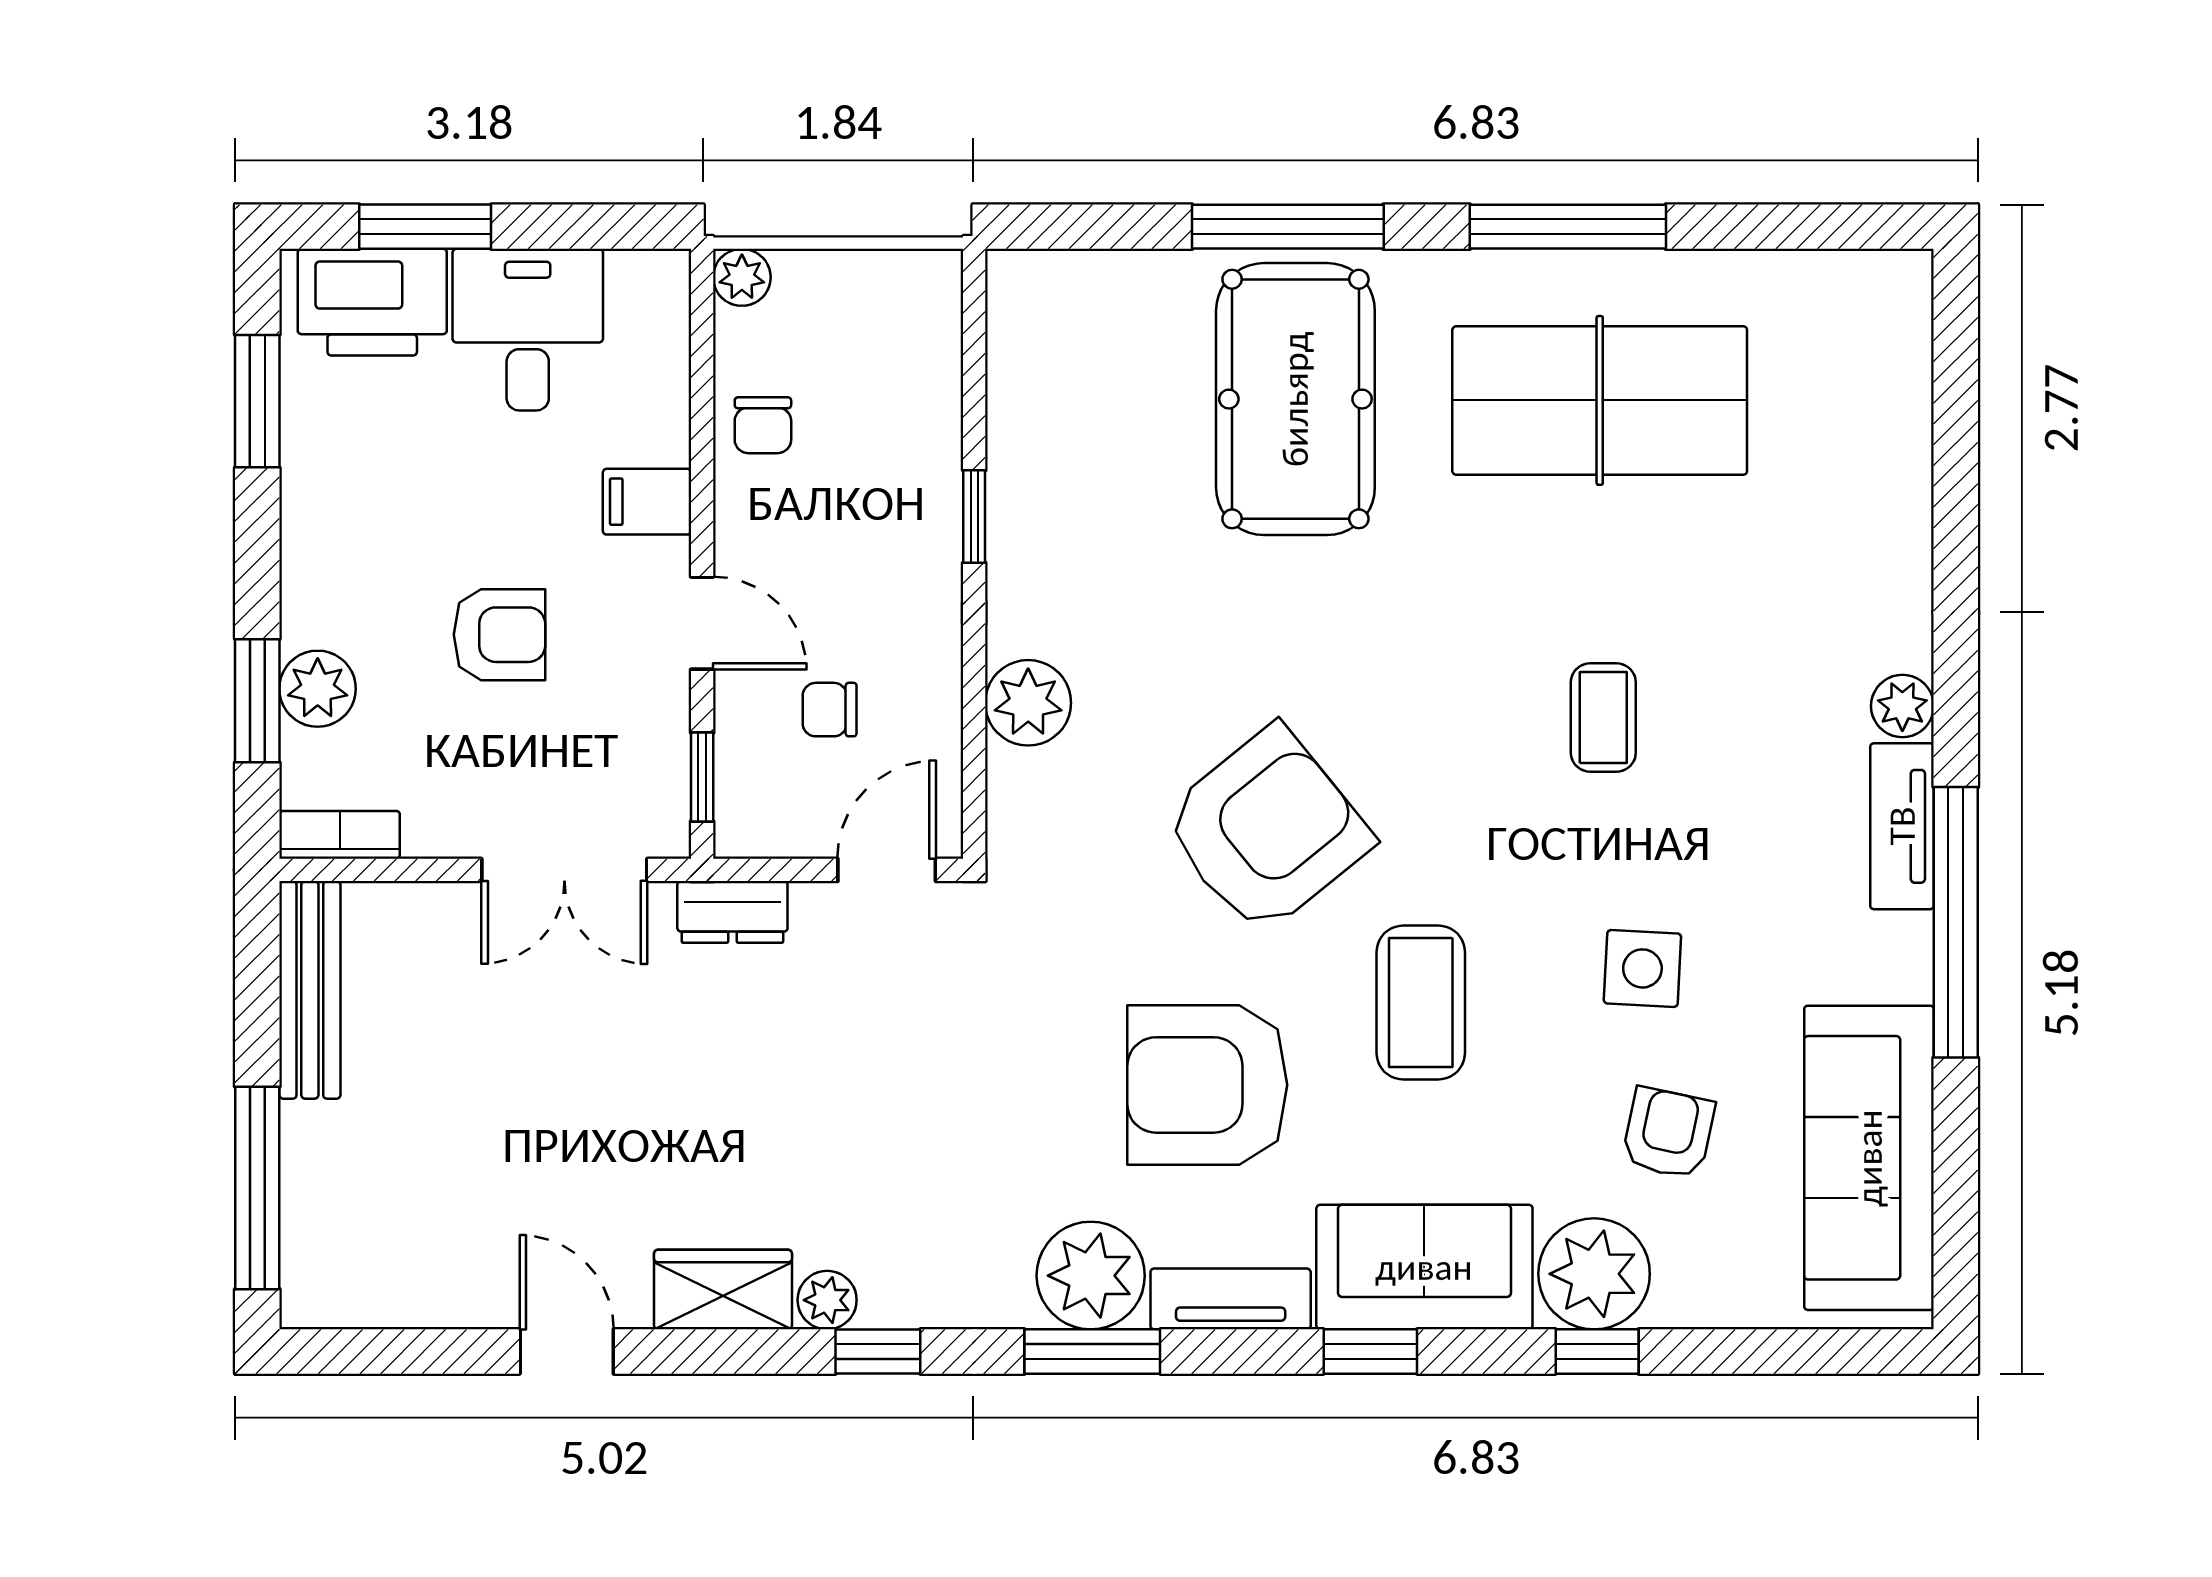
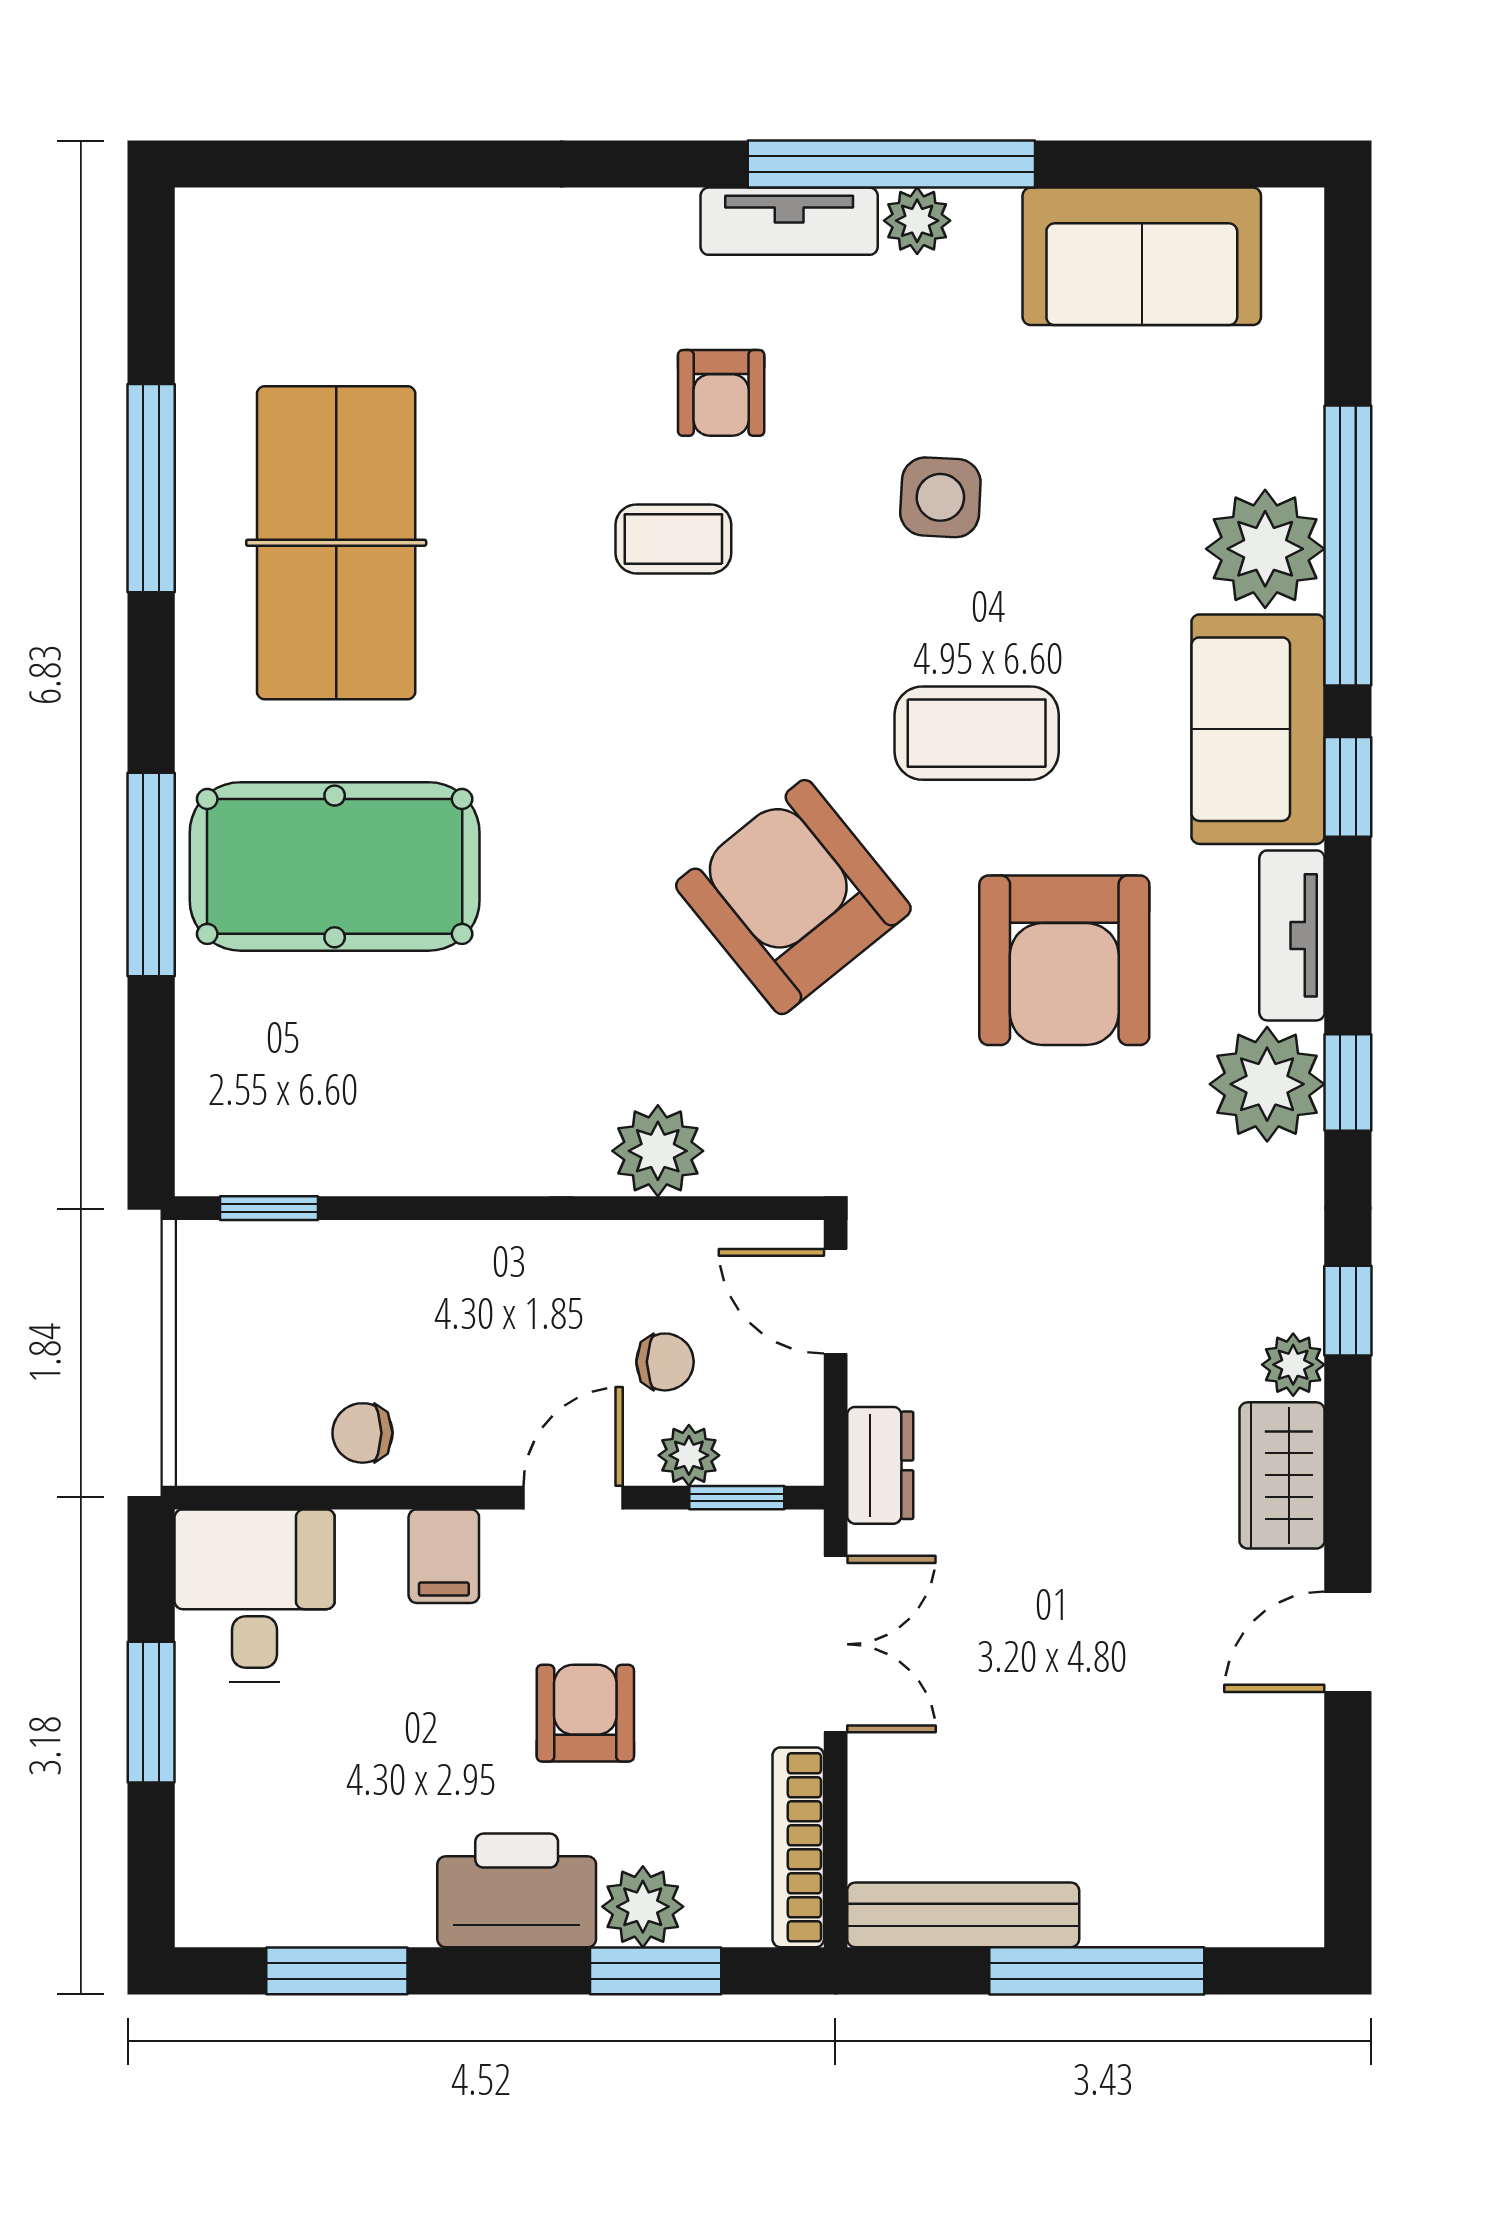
window: (425, 227) -> (151, 1712), moved
window: (1568, 227) -> (151, 488), moved
plant: (742, 277) -> (689, 1455), moved
printer: (372, 302) -> (517, 1890), moved, turned -90
desk: (528, 330) -> (255, 1595), moved, turned 90
chair: (763, 425) -> (363, 1433), turned 180
window: (974, 516) -> (269, 1208), moved
plant: (1902, 706) -> (917, 221), moved
chair: (830, 710) -> (665, 1362), turned -90
bookcase: (340, 835) -> (798, 1847), width x1.56
armchair: (1668, 1133) -> (721, 393), moved, turned -102
sofa: (1869, 1158) -> (1142, 256), width x0.73
window: (257, 1188) -> (1097, 1971), moved
window: (1092, 1352) -> (1348, 1082), width x0.67
window: (1597, 1352) -> (1348, 546), width x3.17

